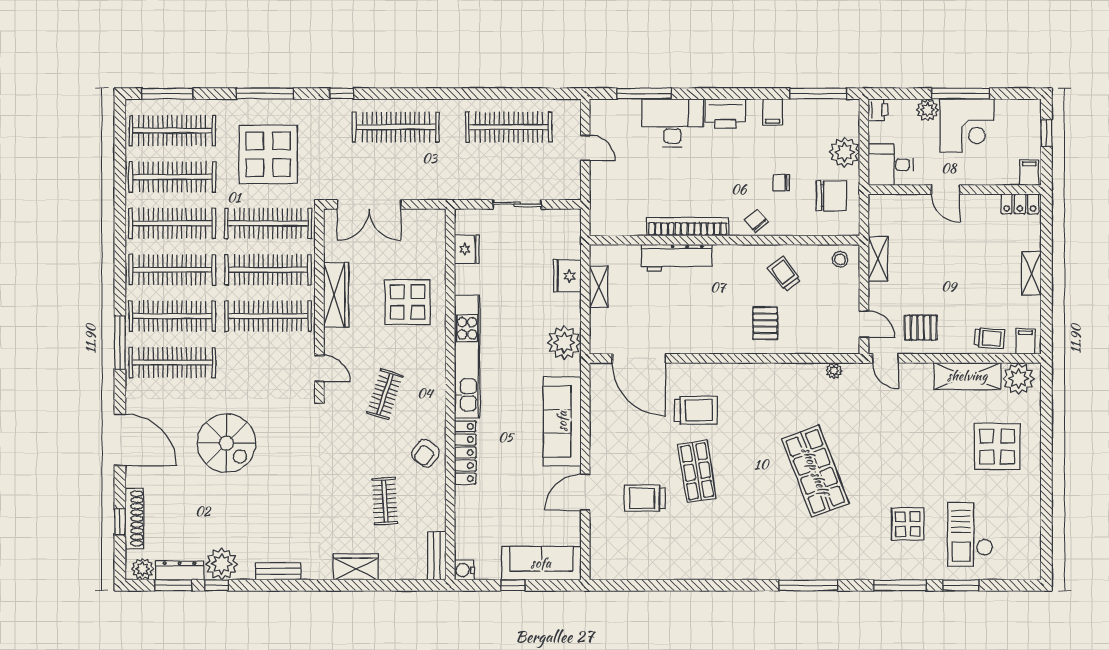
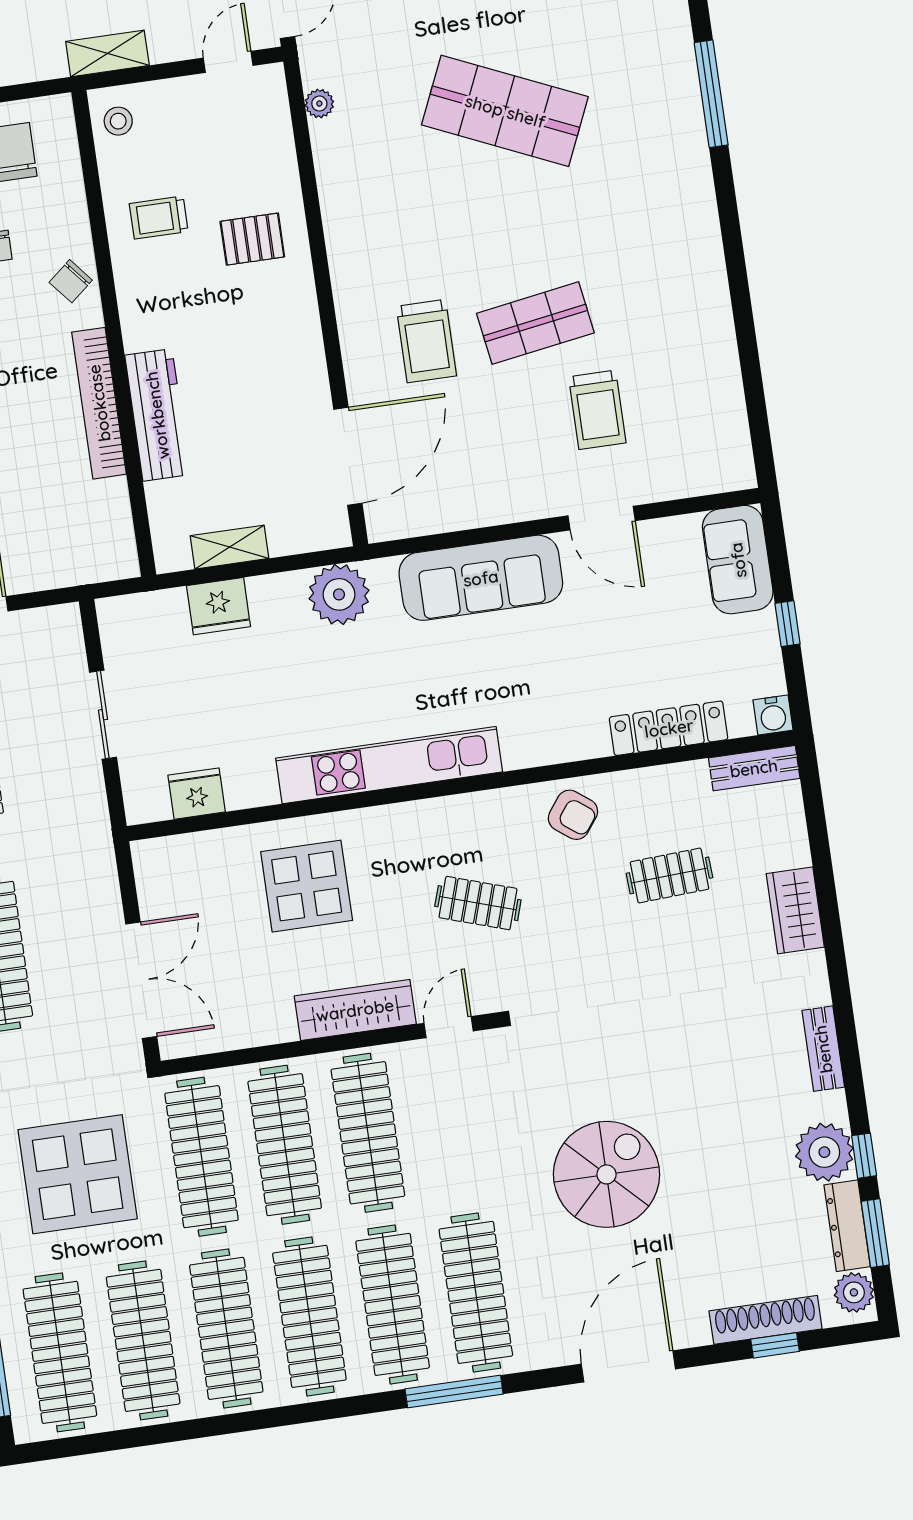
trolley: (784, 274) -> (159, 218), turned 37
wardrobe: (336, 295) -> (355, 1010), moved
trolley: (696, 410) -> (426, 341), turned 180
locker: (465, 453) -> (669, 728), moved
shop shelf: (815, 471) -> (505, 111), turned 45
sofa: (541, 563) -> (738, 560), width x0.73

